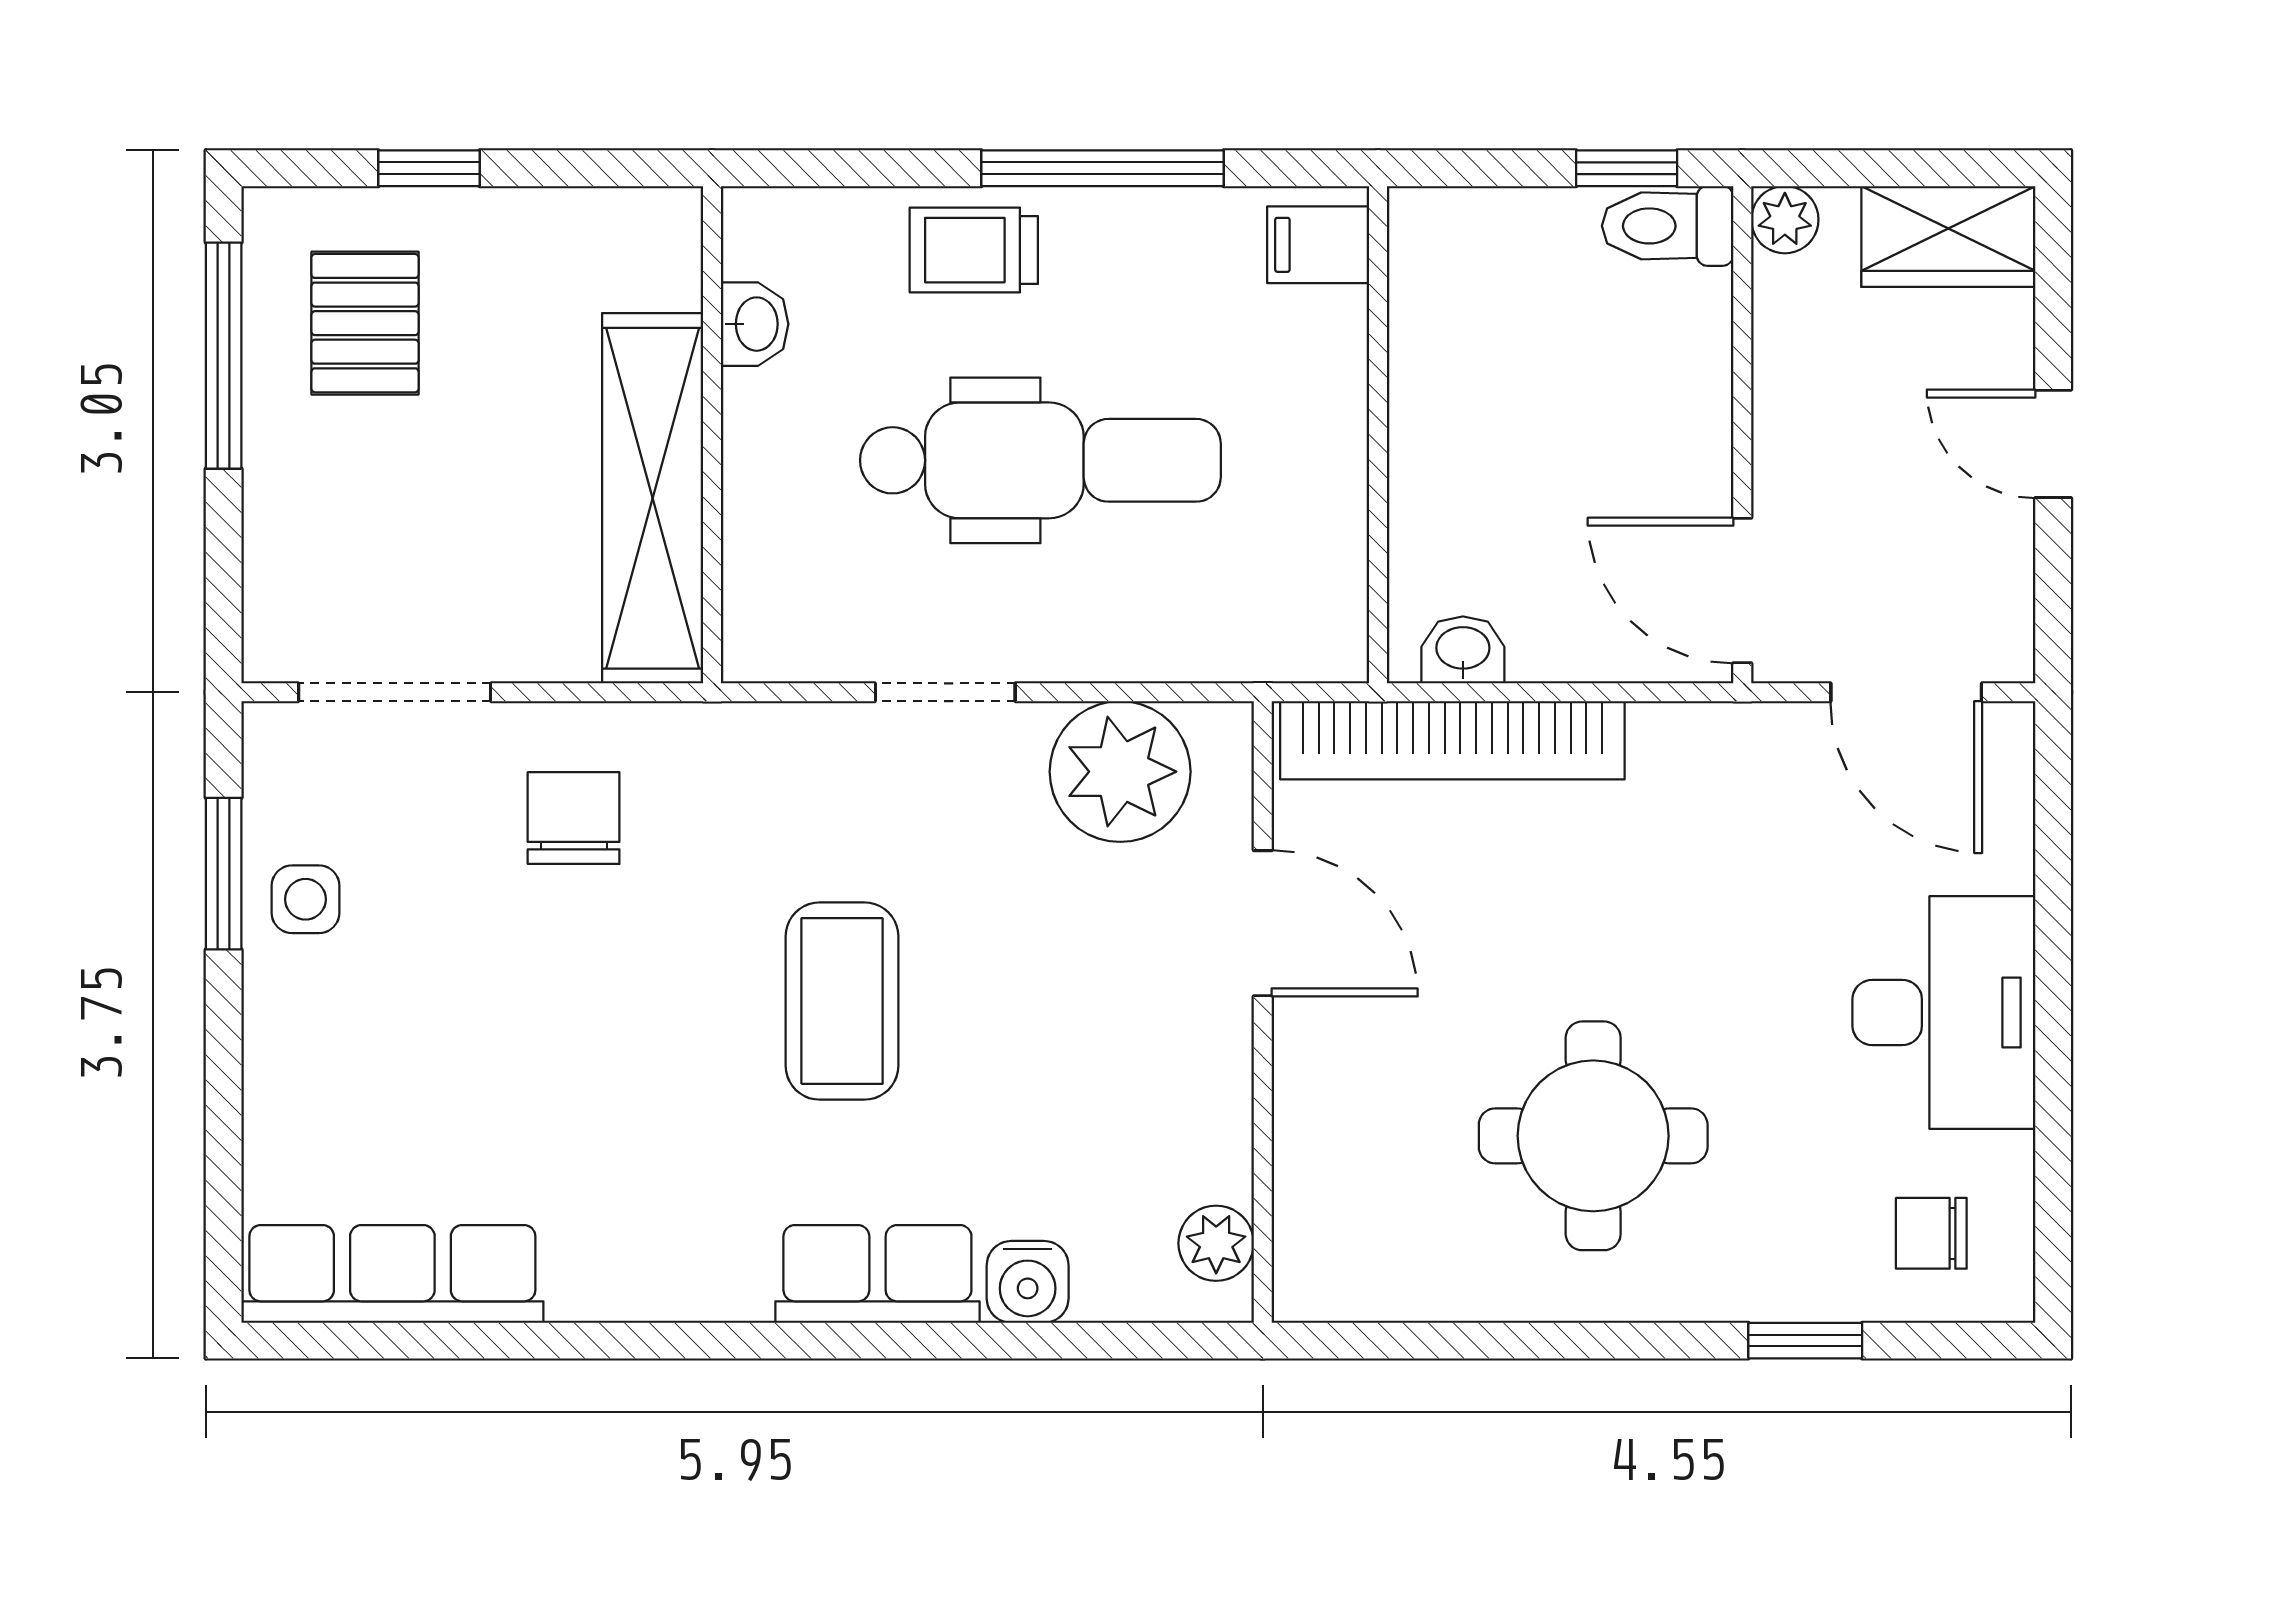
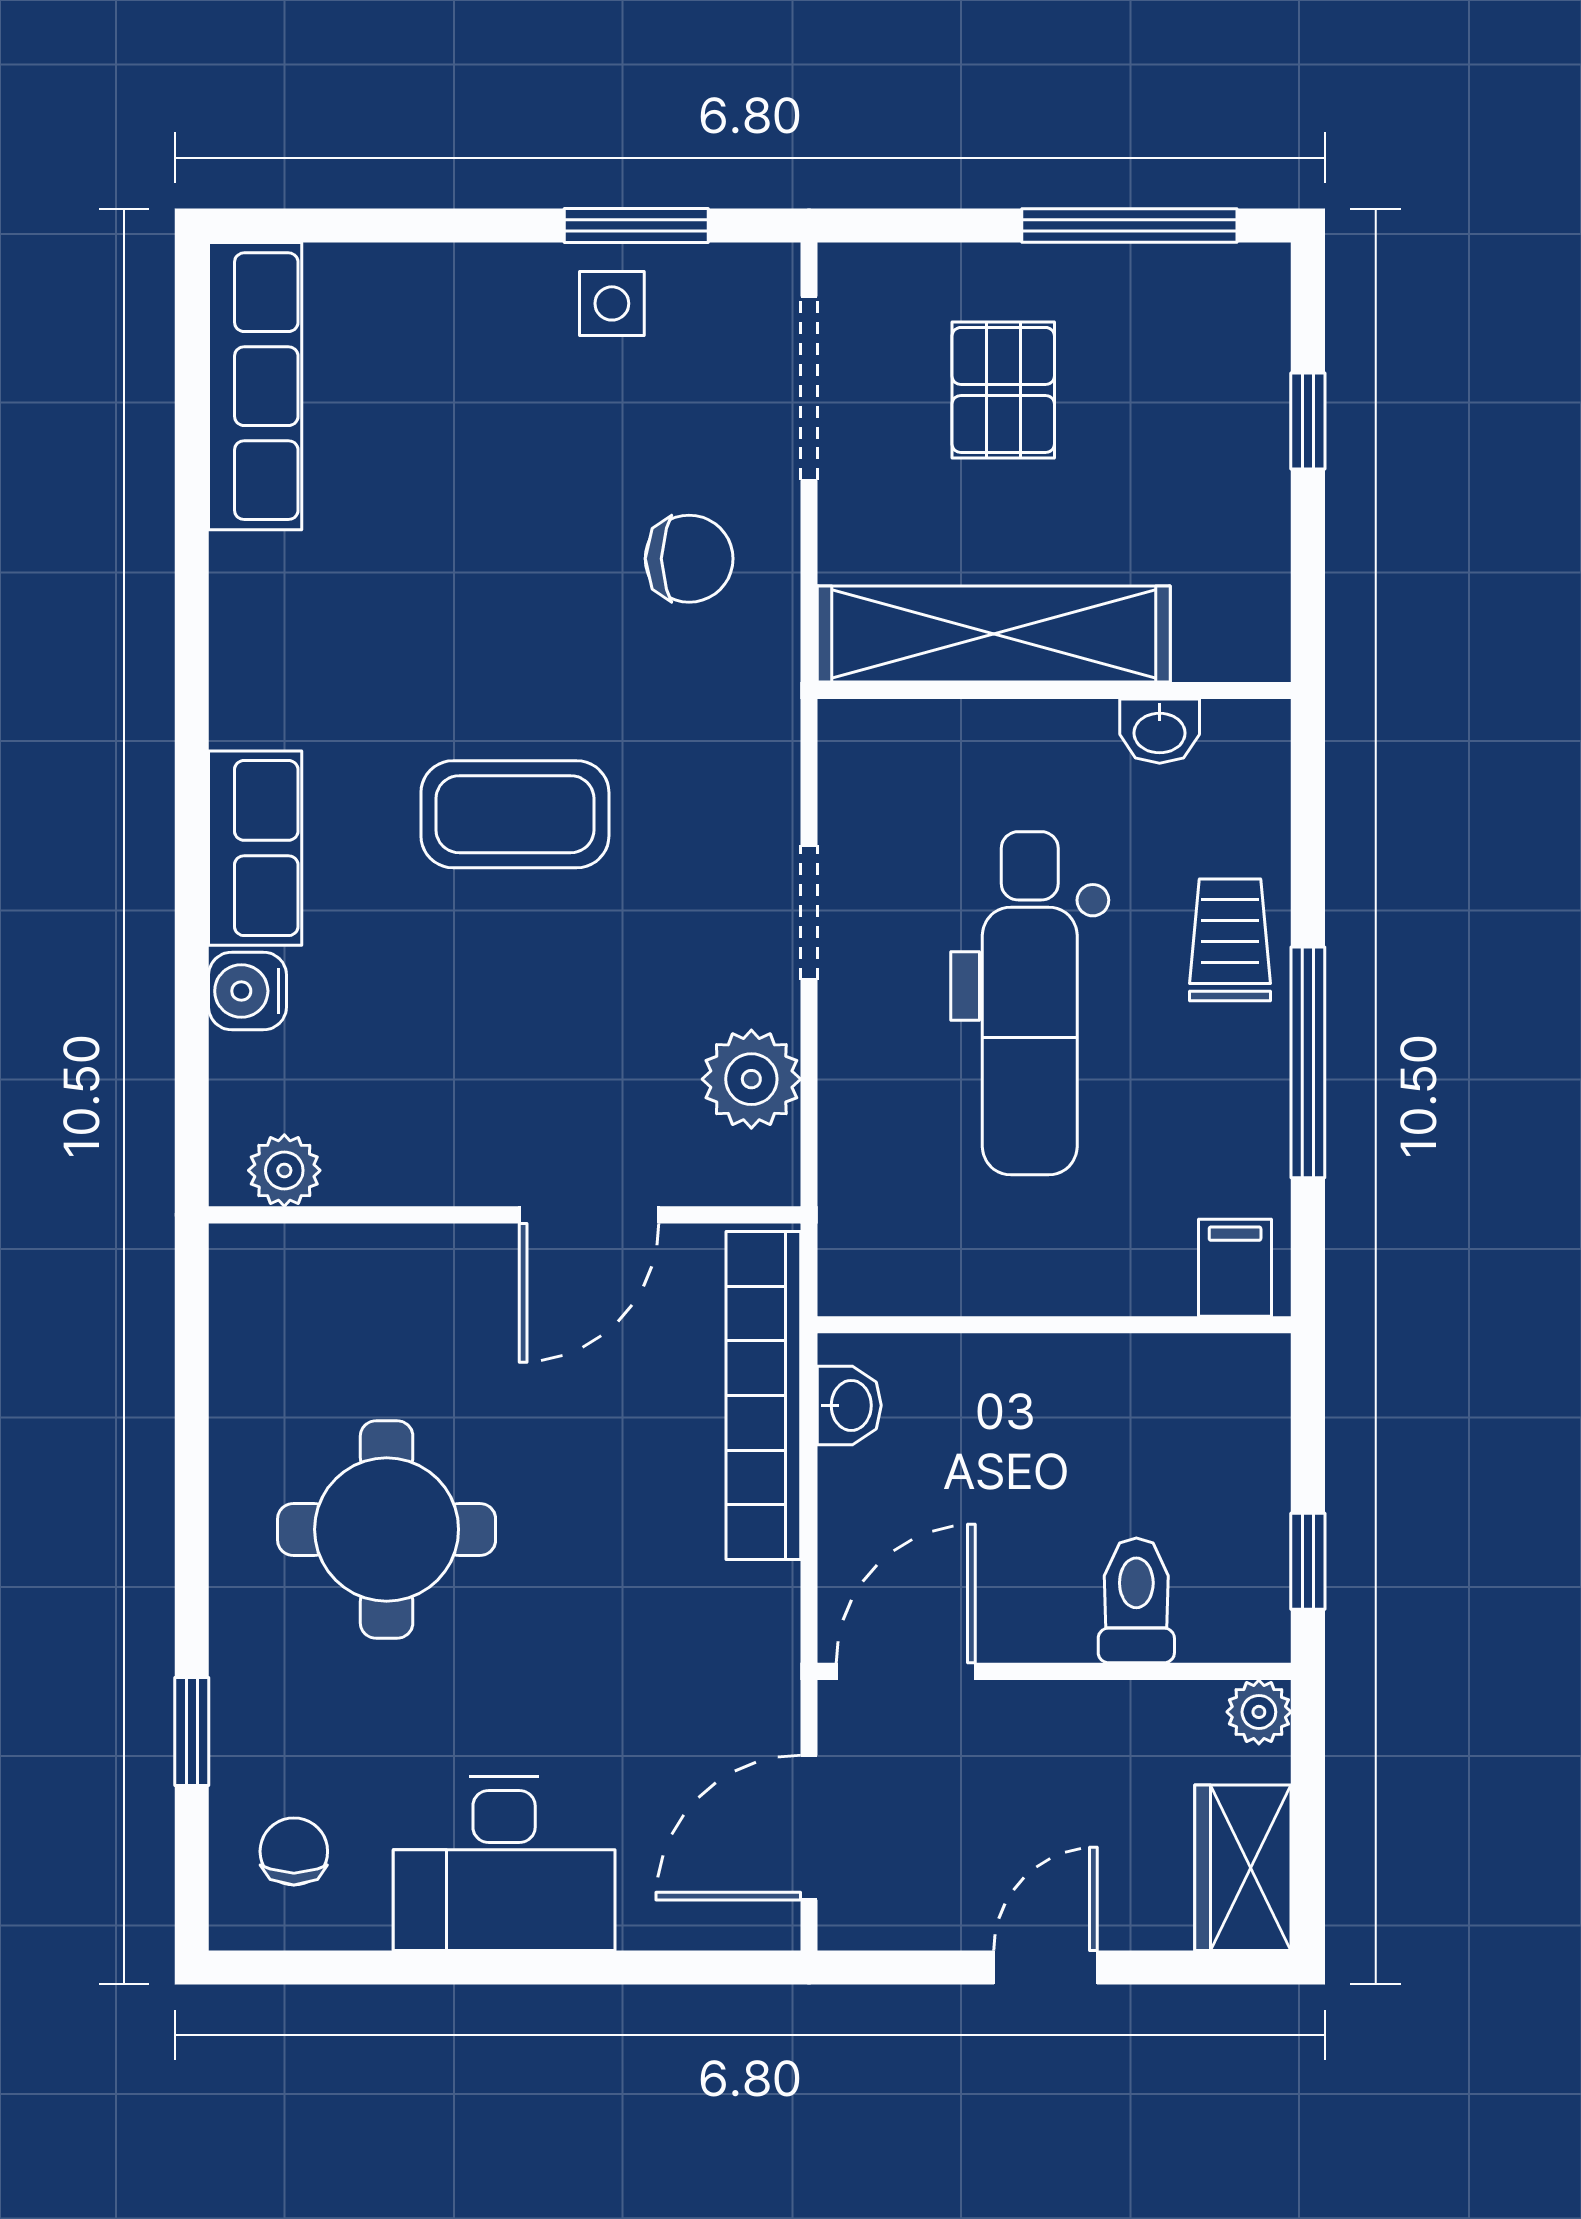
toilet: (1668, 226) -> (1136, 1600), moved
pallet: (365, 323) -> (1003, 390), moved, turned 90
plant: (1120, 772) -> (751, 1079), width x0.73, depth x0.73

